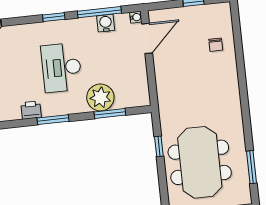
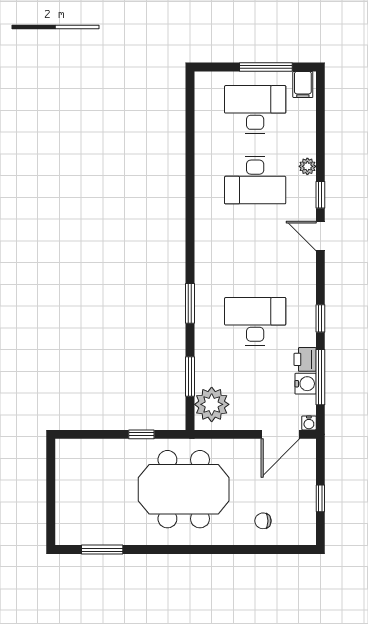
door: (147, 38) -> (280, 434), hinge flipped
plant: (100, 97) -> (212, 404), moved
printer: (31, 110) -> (305, 359), moved, turned 180
meeting table: (200, 162) -> (184, 489), moved

